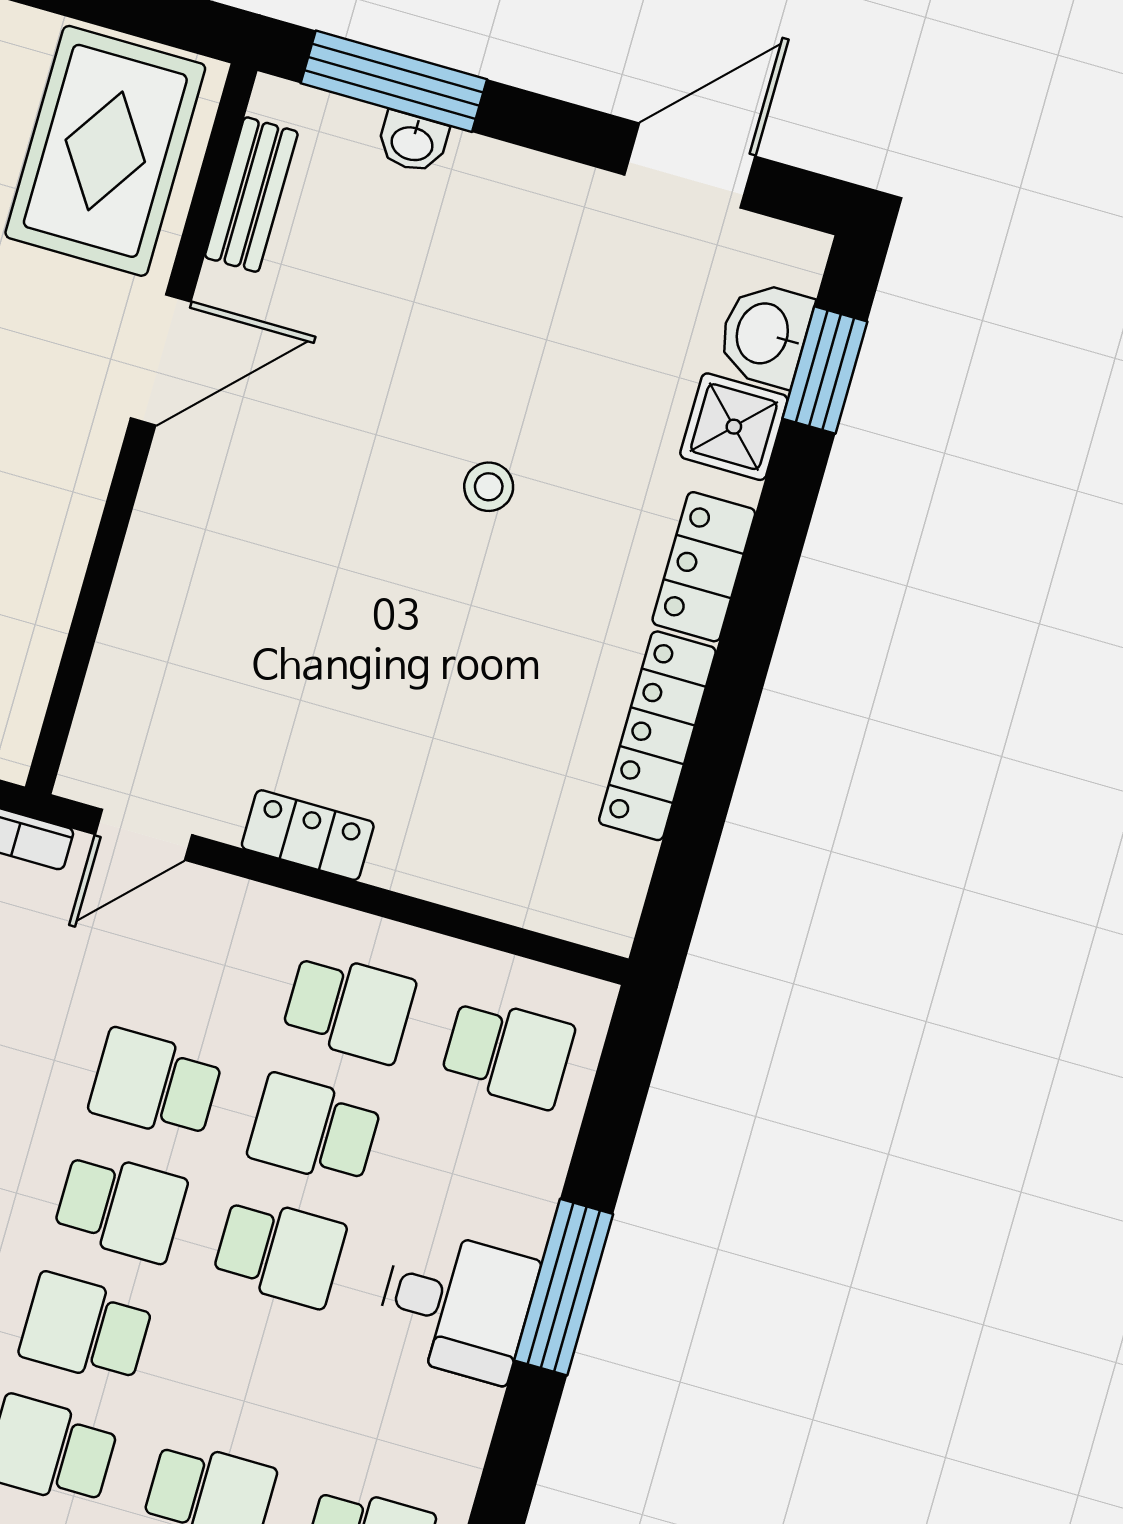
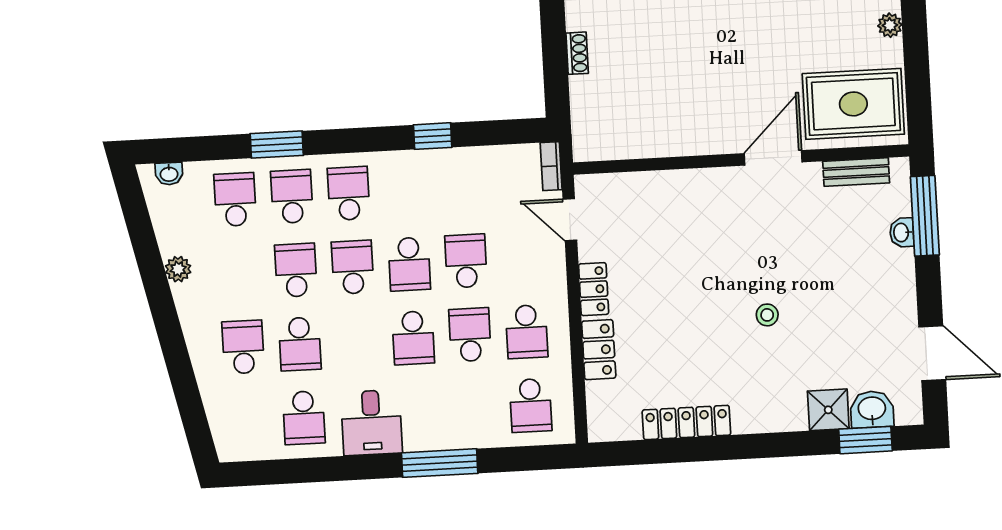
door: (161, 360) -> (773, 158), swing flipped
locker: (704, 567) -> (599, 350), moved, turned 90
desk: (456, 1305) -> (372, 423), moved

